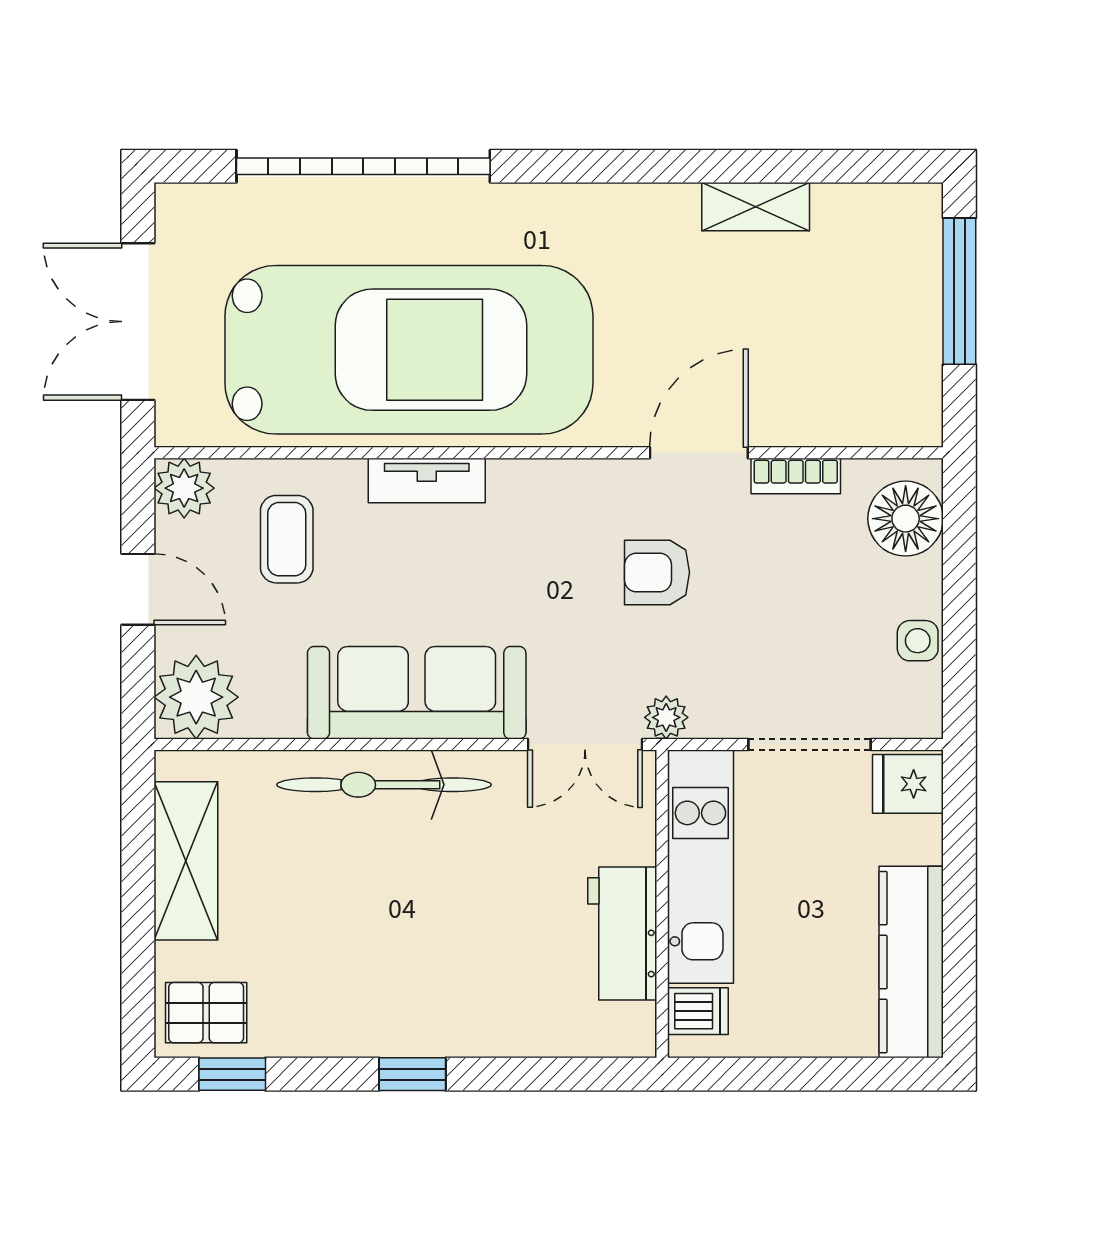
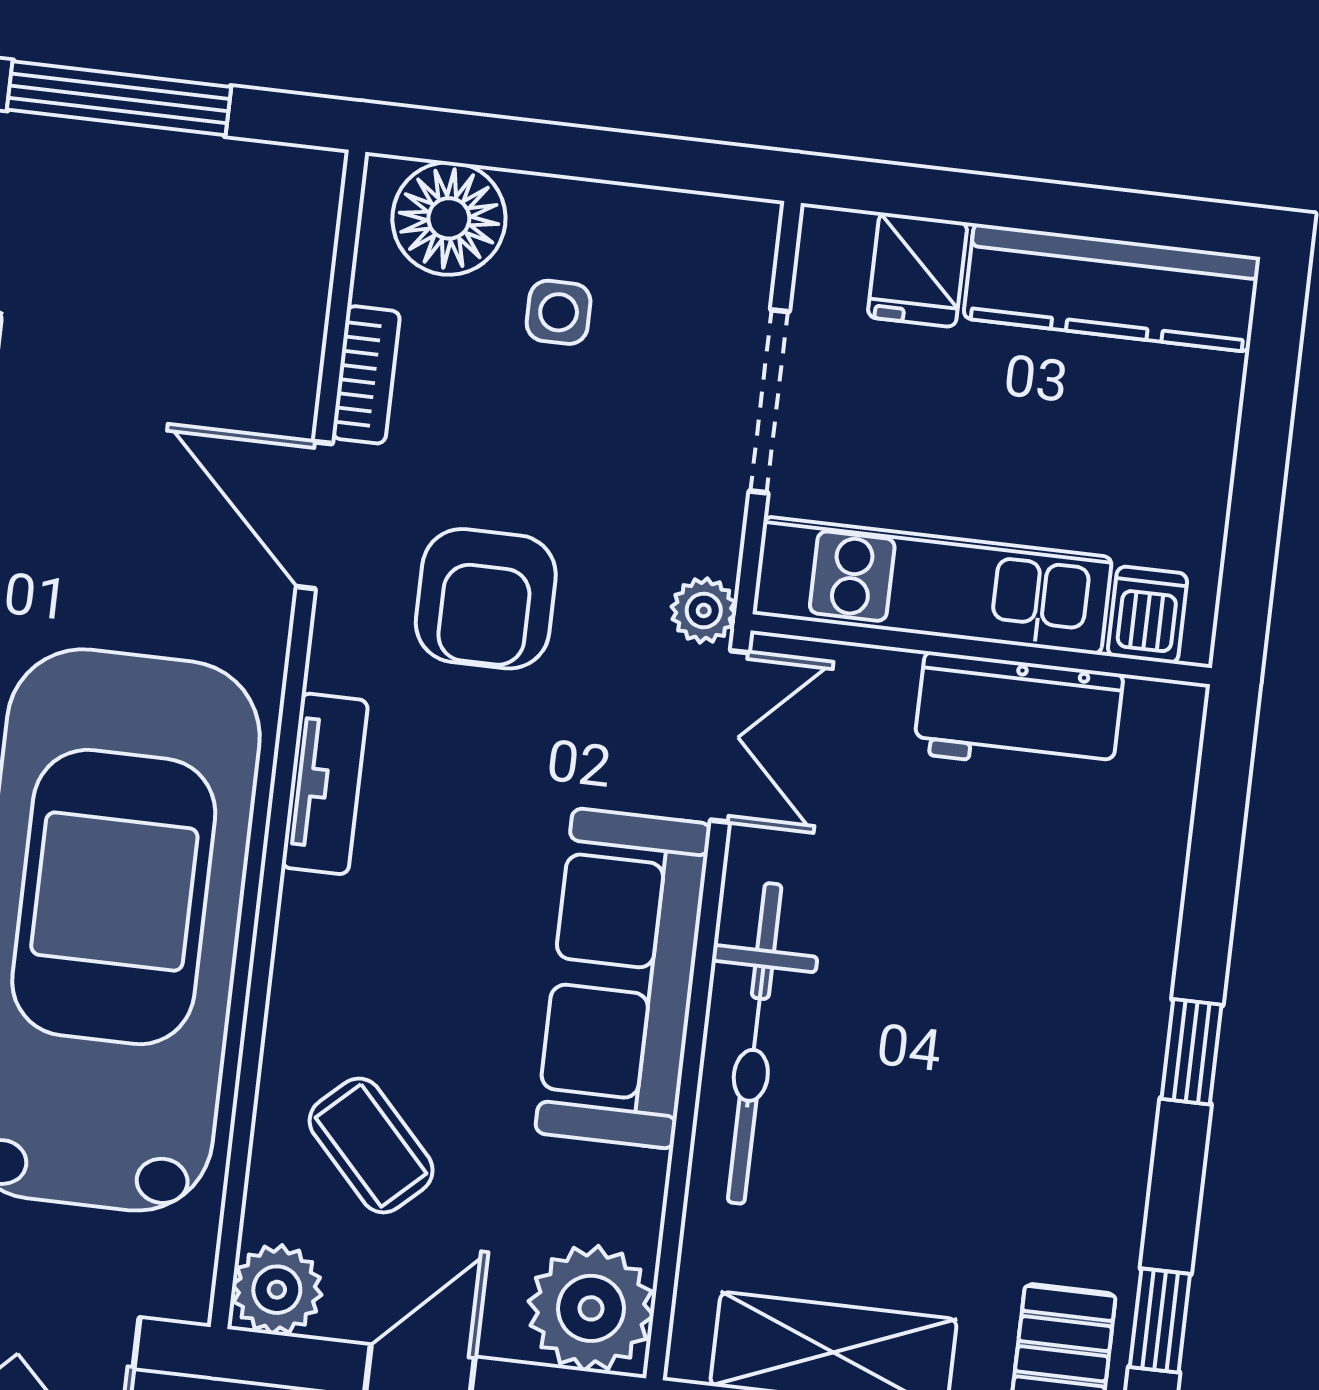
tv unit: (427, 480) -> (325, 784), moved
coffee table: (287, 539) -> (371, 1145), turned 47
armchair: (657, 572) -> (486, 599), width x1.38, depth x1.38
side table: (918, 641) -> (559, 312), moved
fridge: (908, 784) -> (917, 270), moved

